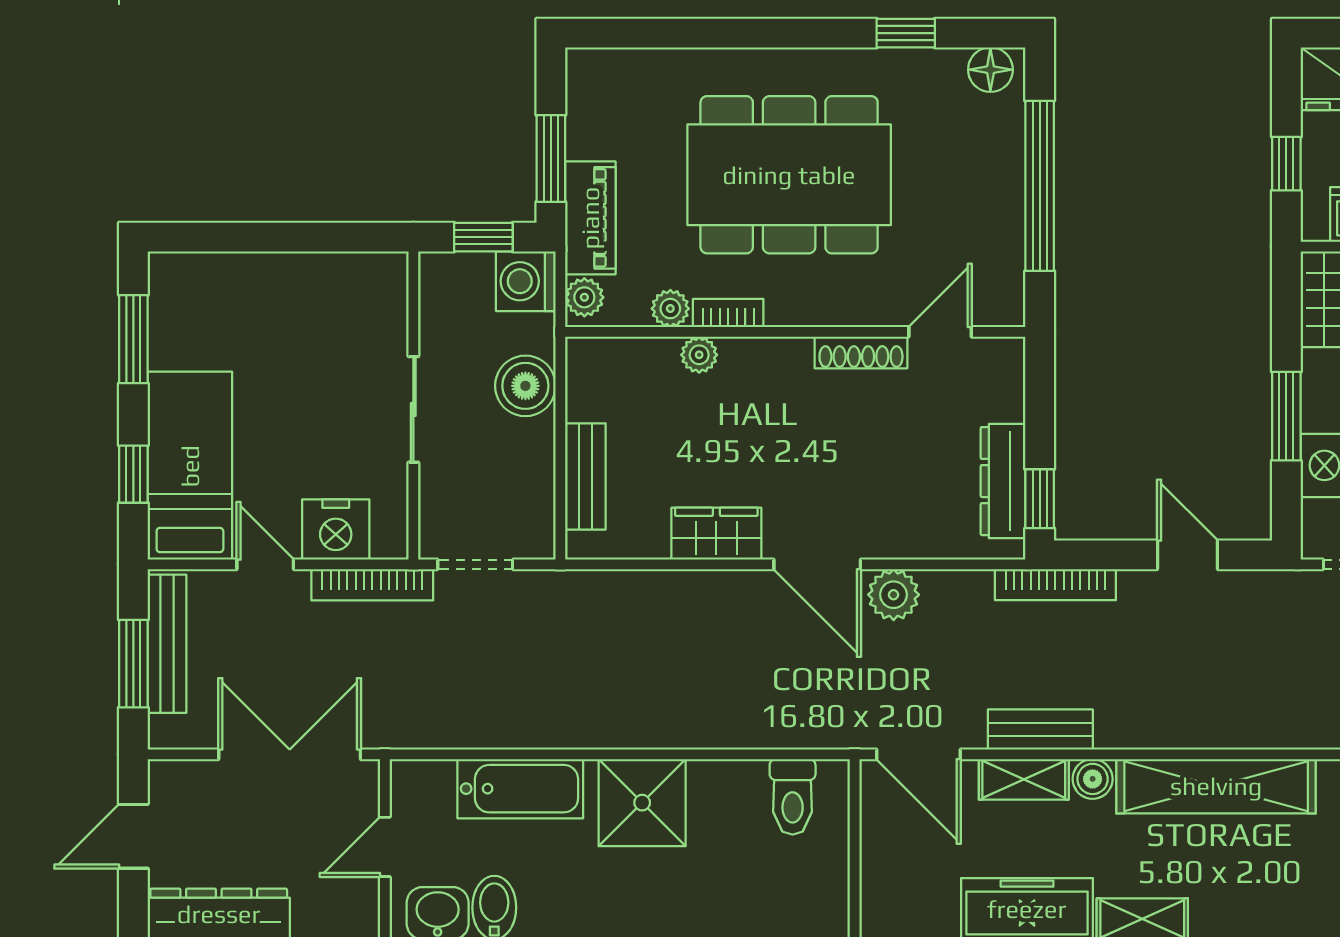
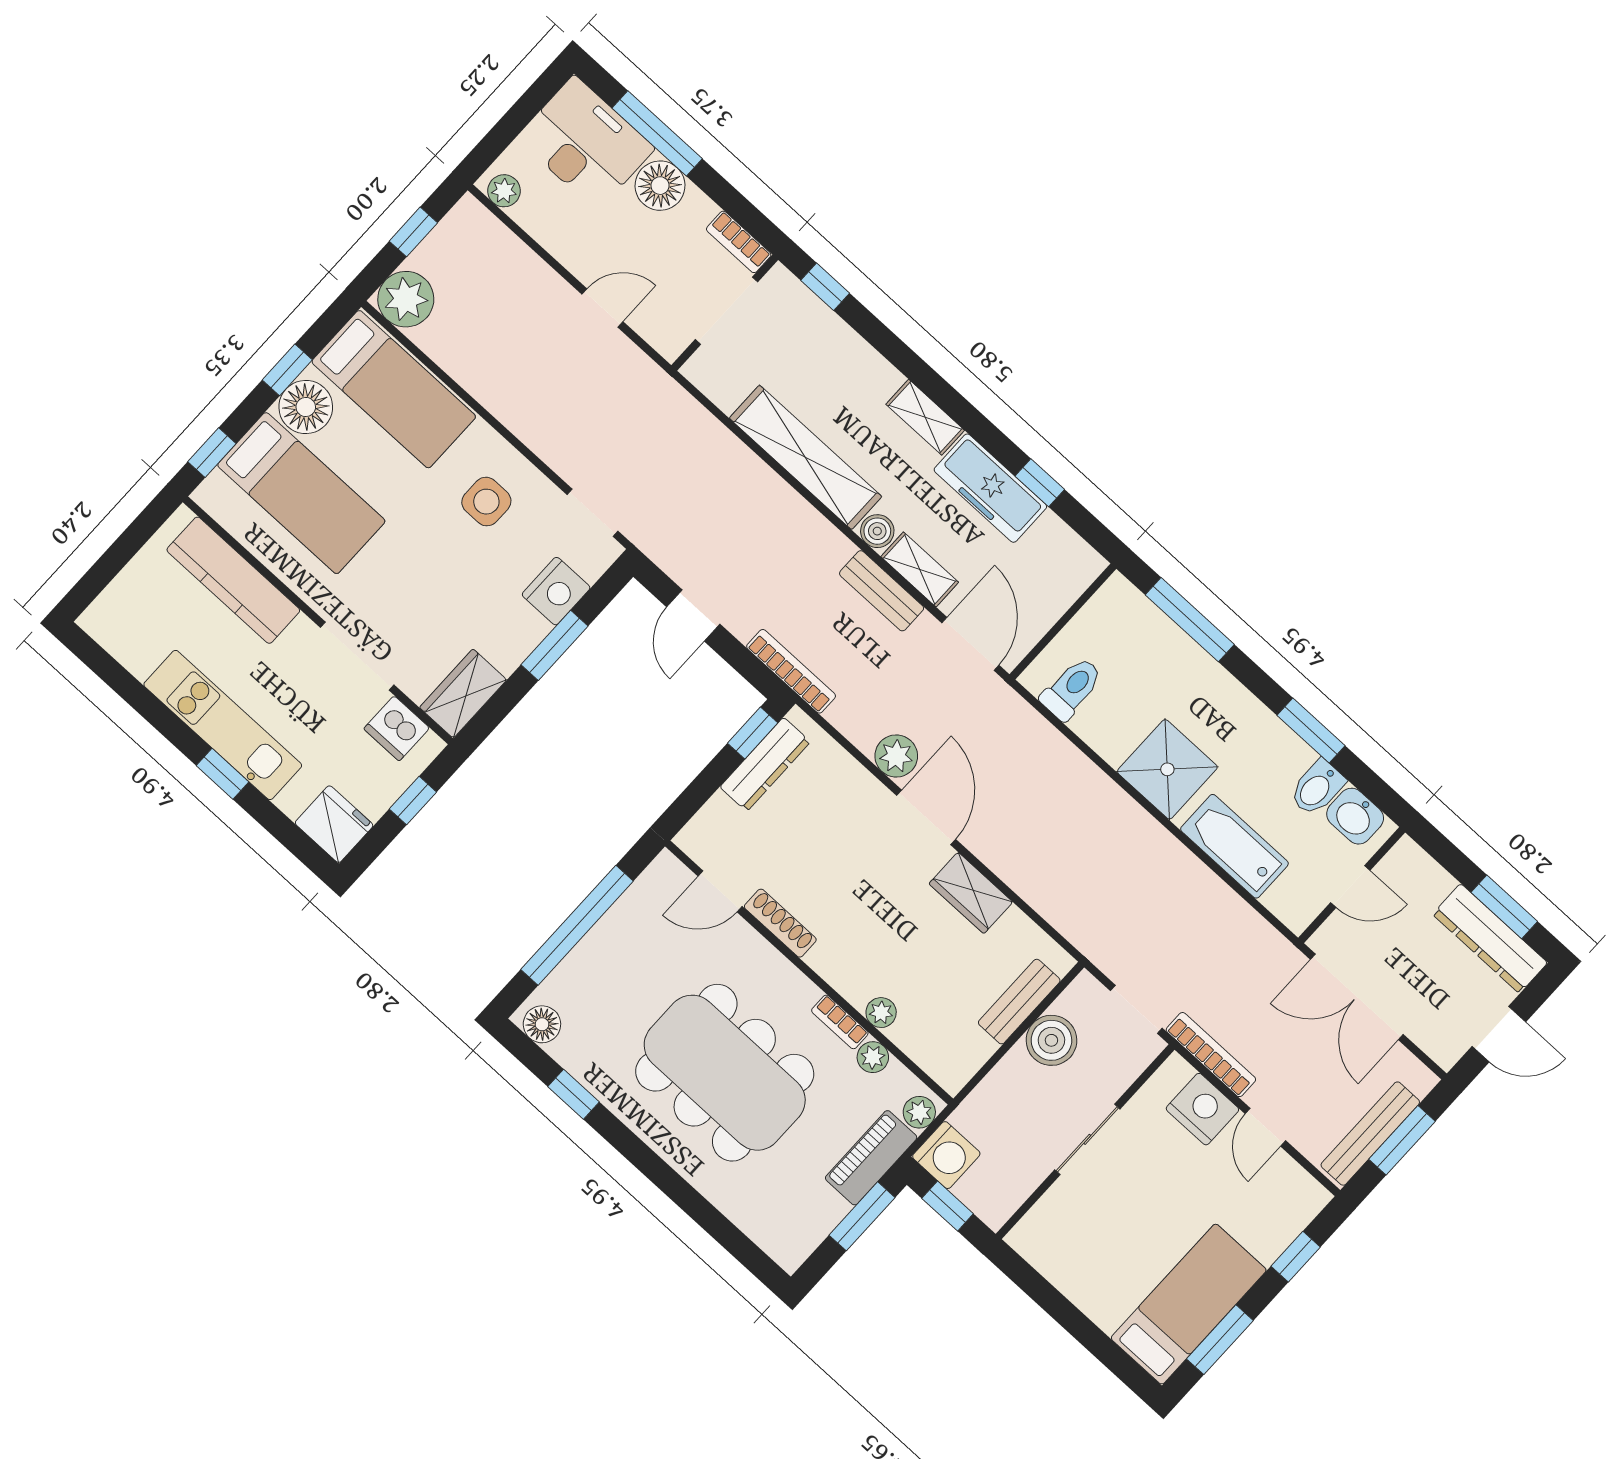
boiler: (525, 386) -> (1051, 1040), moved
bed: (190, 466) -> (1189, 1304), moved, turned 180

